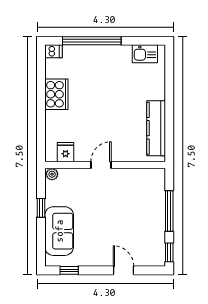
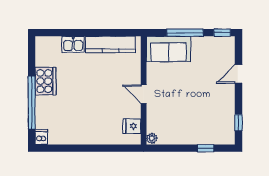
kitchen sink: (145, 54) -> (73, 44), moved, turned 90
cooker: (56, 94) -> (46, 81), moved, turned 90
window: (41, 208) -> (206, 148), moved
sofa: (59, 231) -> (169, 49), moved, turned 180

